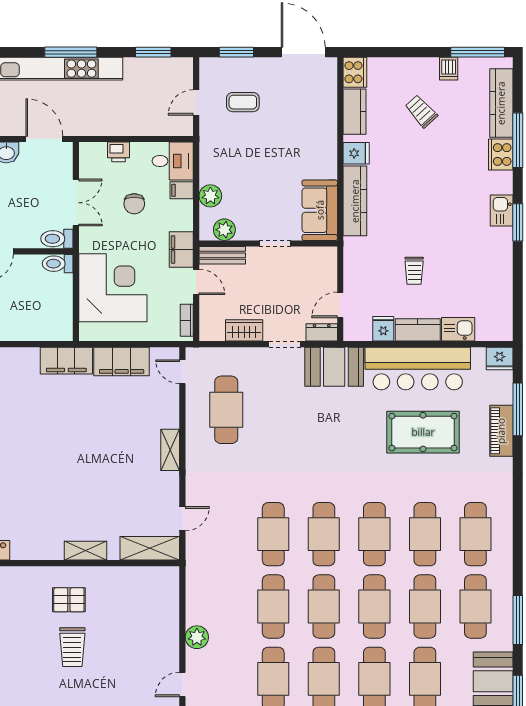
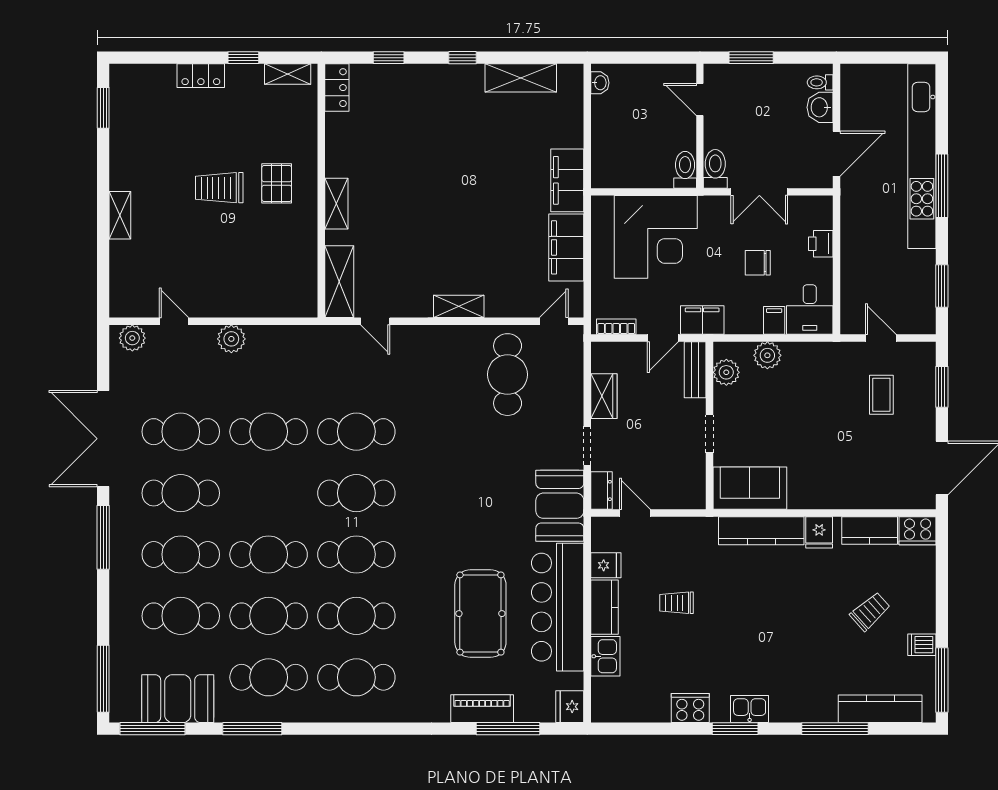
cooker: (501, 155) -> (690, 708), moved
cafe table: (226, 410) -> (508, 375), turned 90
cafe table: (324, 607) -> (269, 493), removed

